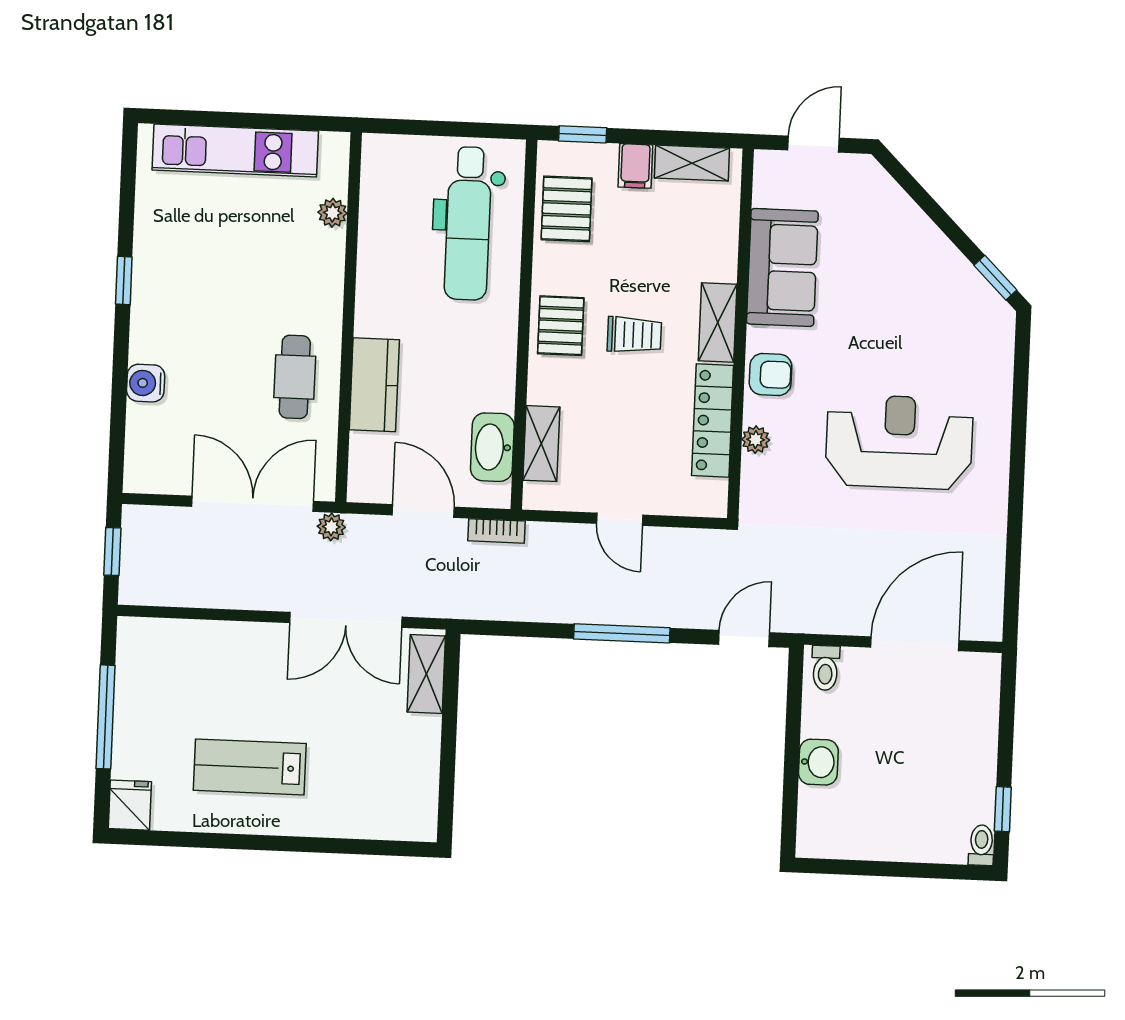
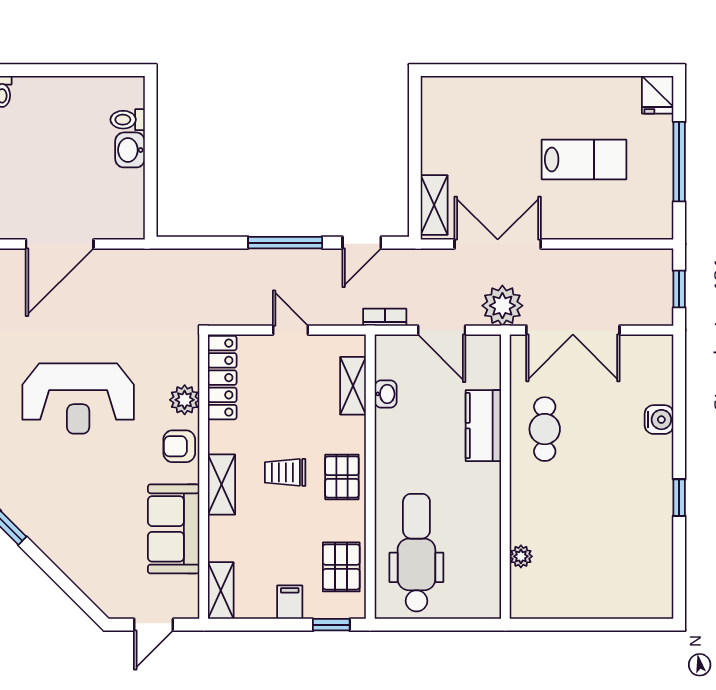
kitchen unit: (235, 151) -> (598, 601), removed
shelving: (692, 163) -> (221, 591), moved, turned 90
locker: (713, 420) -> (222, 378), moved
plant: (756, 440) -> (185, 400), width x1.38, depth x1.38
washbasin: (492, 447) -> (386, 394), width x0.52, depth x0.69
plant: (331, 527) -> (502, 306), width x1.88, depth x1.88
door: (744, 638) -> (362, 243), moved
toilet: (825, 668) -> (128, 120), moved, turned -90
lab bench: (250, 767) -> (584, 159), moved

